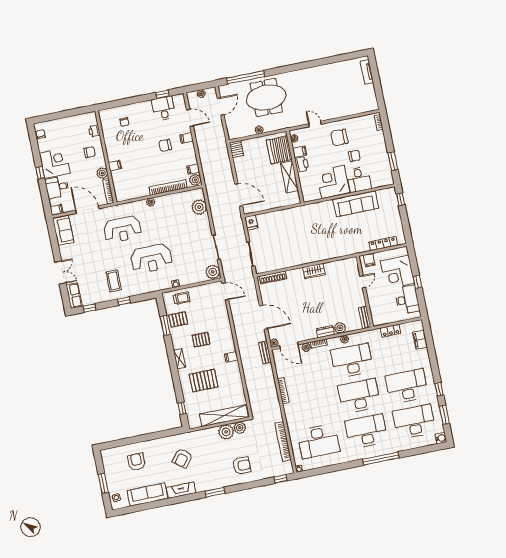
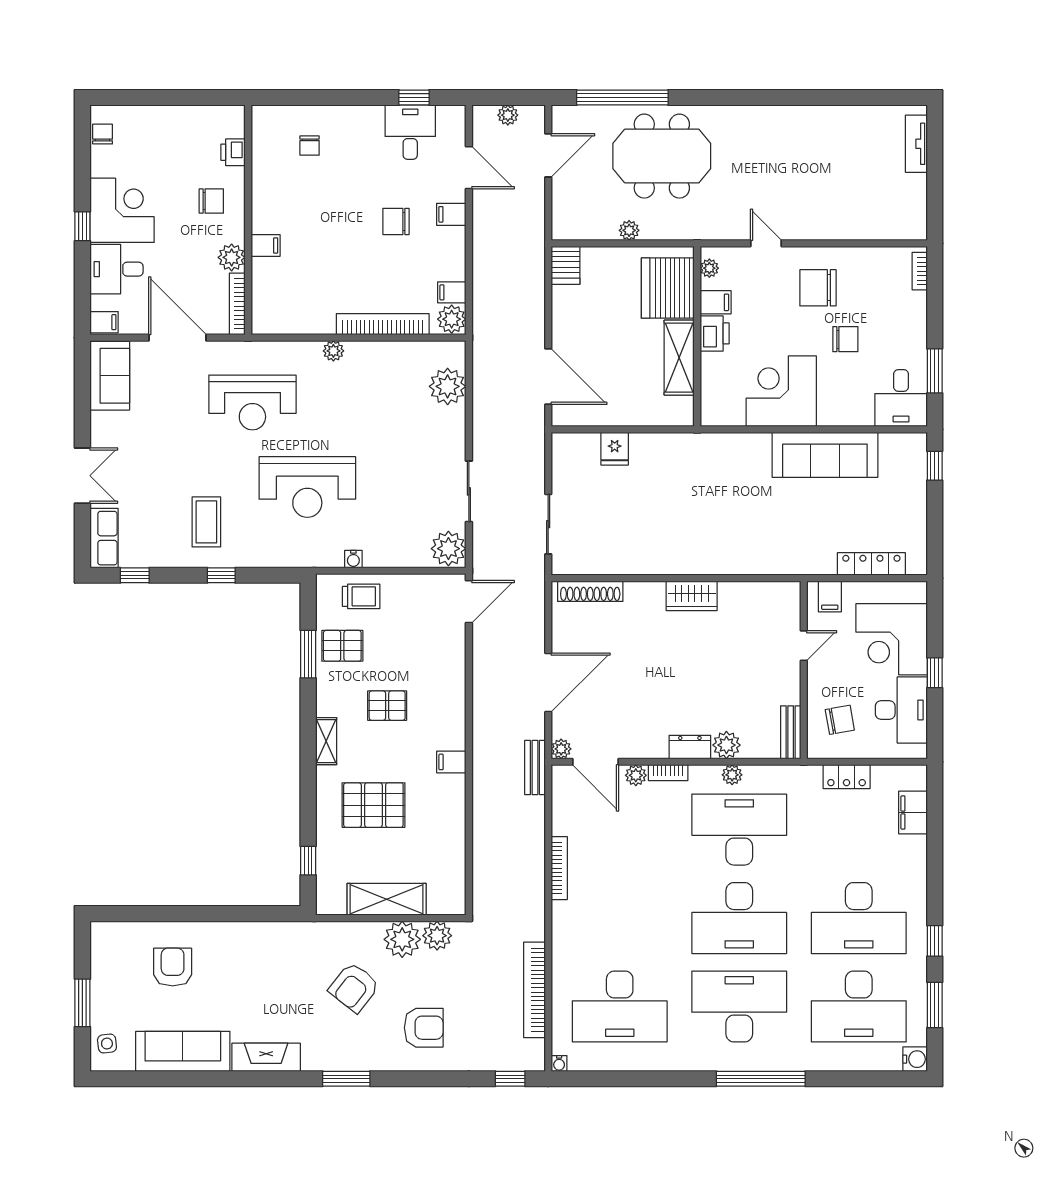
desk: (359, 179) -> (901, 398), moved
fridge: (251, 222) -> (615, 449), moved
door: (225, 291) -> (469, 602), hinge flipped
chair: (383, 309) -> (840, 720), added
door: (264, 317) -> (548, 682), hinge flipped
desk: (407, 386) -> (859, 918), turned 180
desk: (359, 396) -> (739, 918), turned 180
shelving: (224, 416) -> (387, 899), width x0.68
desk: (414, 422) -> (859, 1007), turned 180
armchair: (182, 458) -> (354, 987), moved

